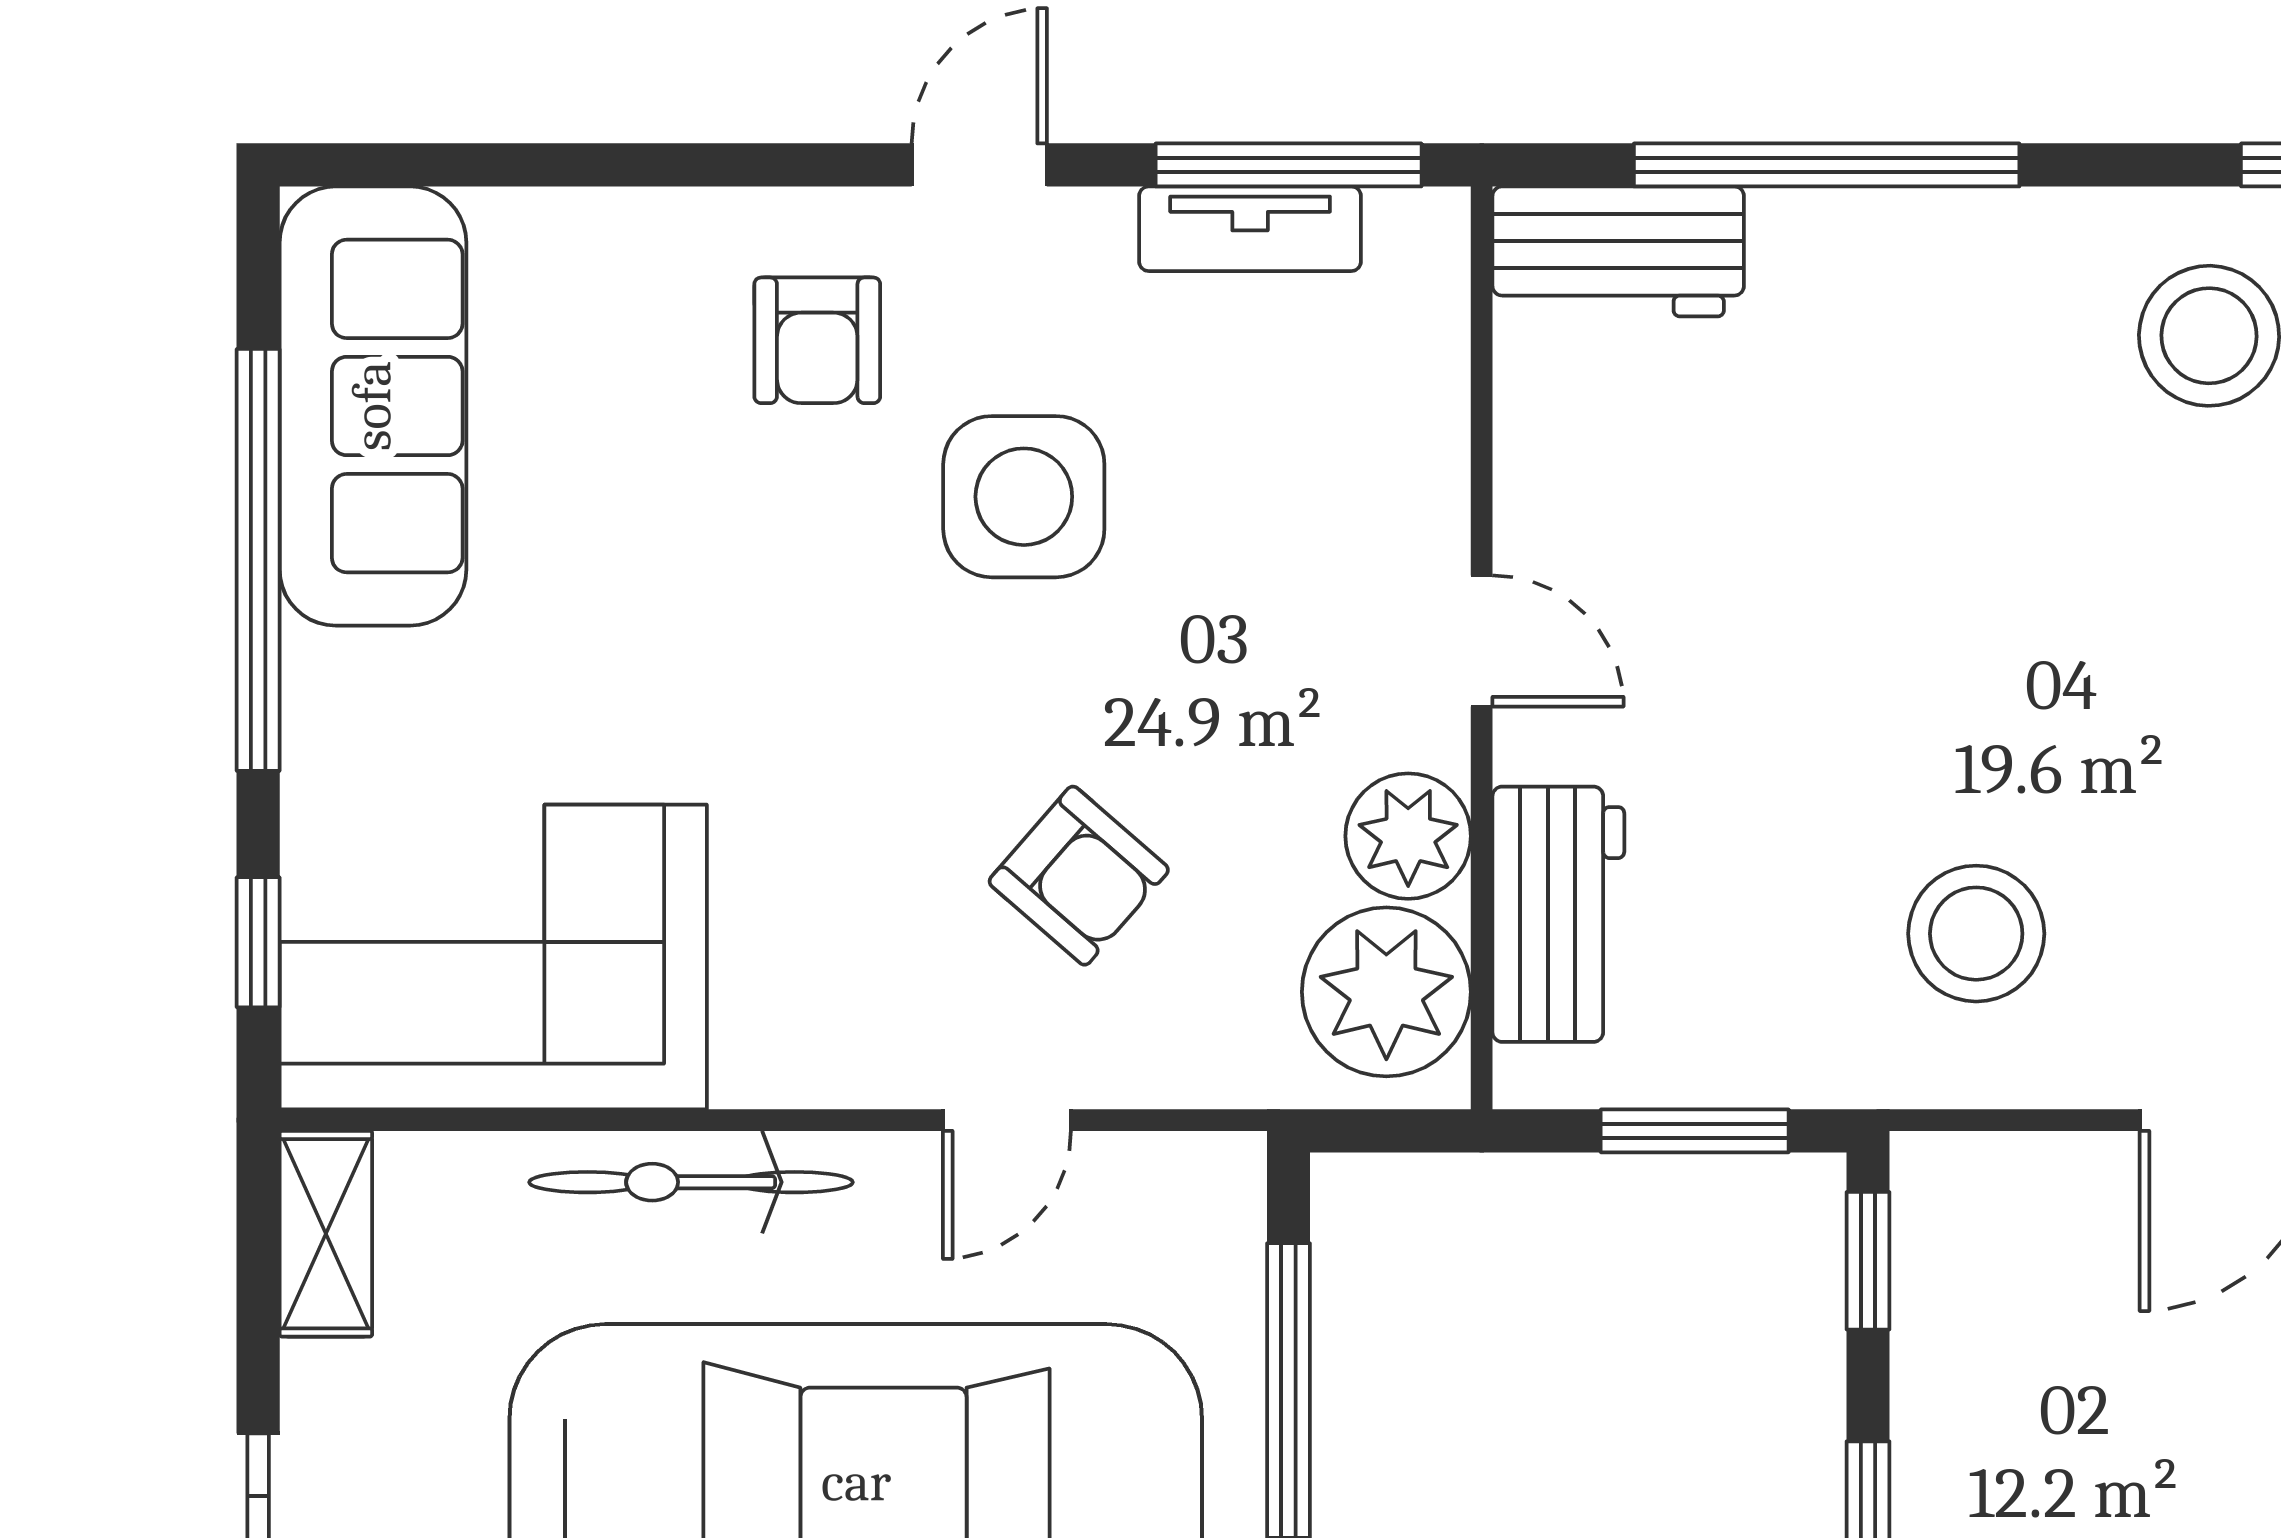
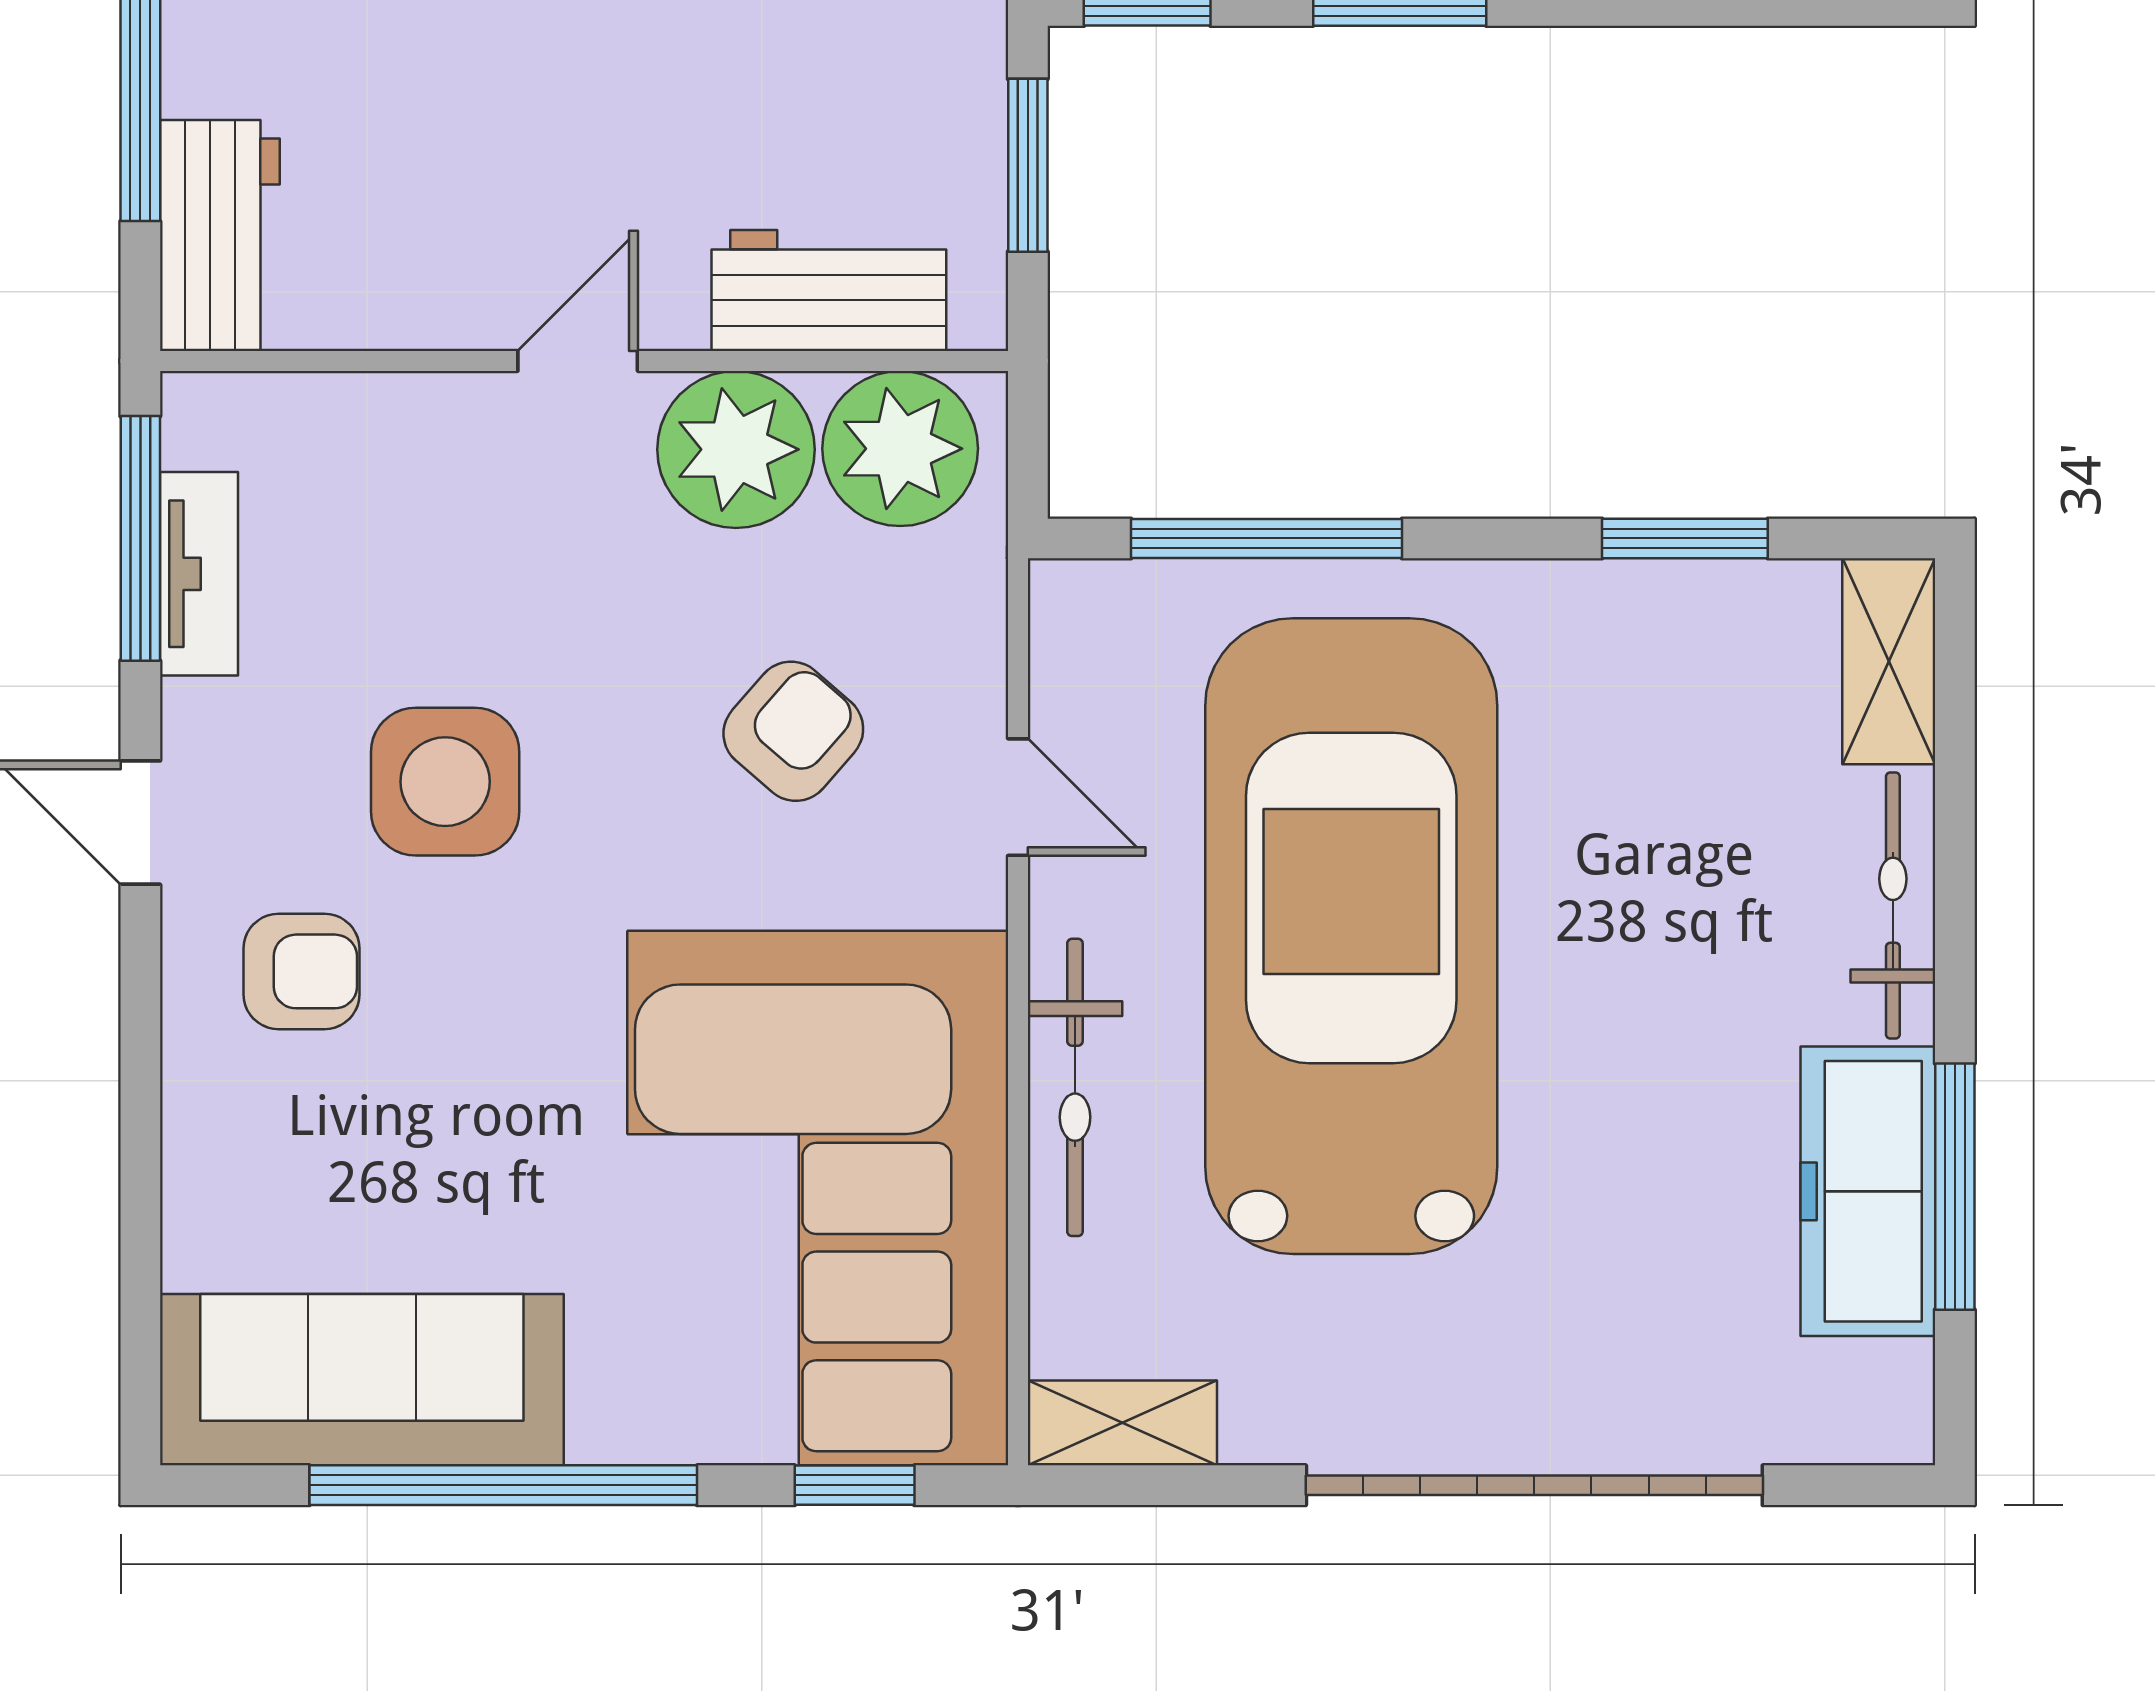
plant: (1408, 836) -> (736, 449), width x1.36, depth x1.36
corner sofa: (493, 957) -> (818, 1198), width x1.36, depth x1.36

